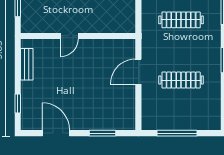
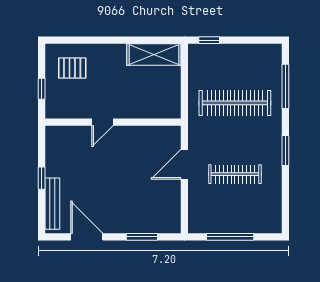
clothes rail: (181, 20) -> (235, 103), width x1.37, depth x1.31
bench: (27, 64) -> (52, 204), moved, width x1.36
window: (18, 103) -> (42, 178), moved

